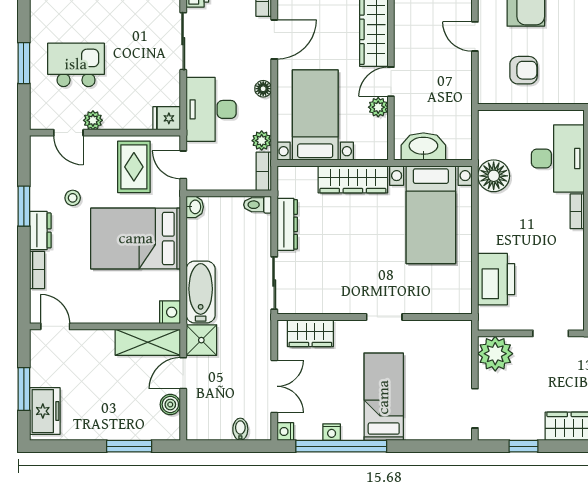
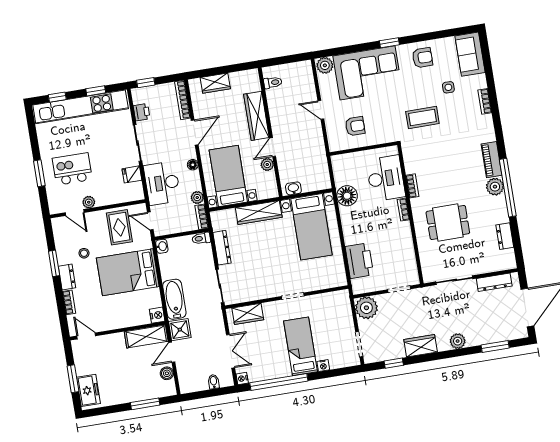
fridge: (167, 118) -> (132, 174), moved
washbasin: (423, 147) -> (293, 188), width x0.52, depth x0.69
nightstand: (332, 432) -> (323, 366), moved

